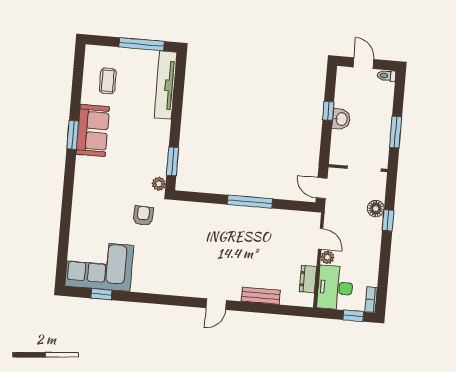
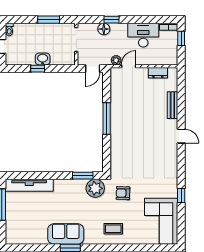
coffee table: (108, 81) -> (113, 229), moved
plant: (159, 184) -> (95, 188), width x1.88, depth x1.88
plant: (327, 257) -> (116, 60), moved
desk: (335, 288) -> (143, 35), moved, turned 180
window: (101, 294) -> (181, 196), moved

